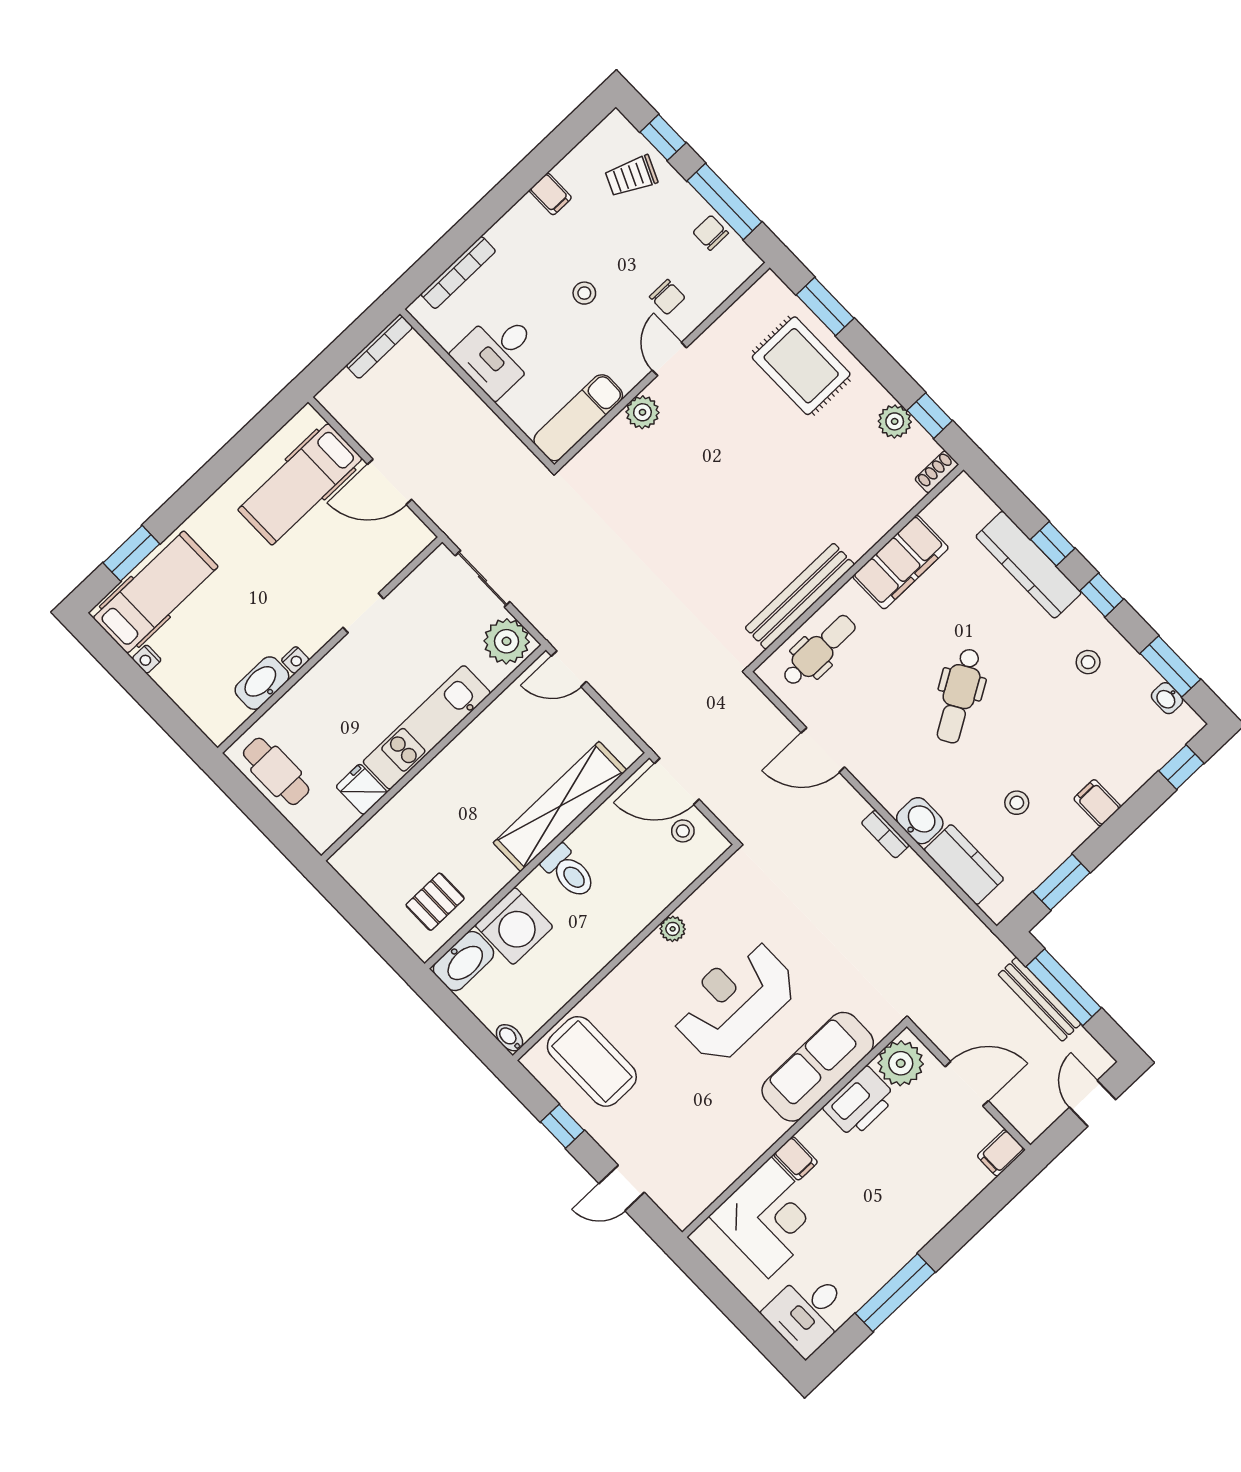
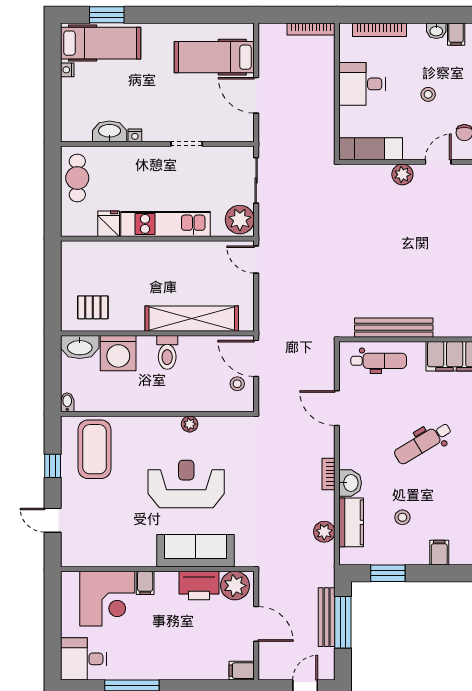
washbasin: (524, 212) -> (436, 31), added
plant: (944, 905) -> (324, 532), added

